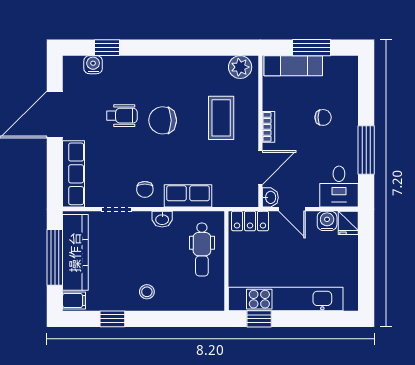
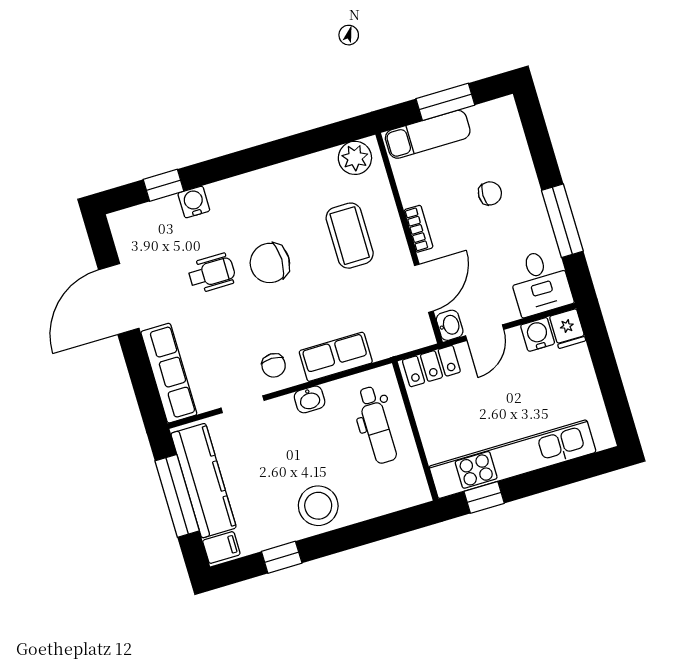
water cooler: (93, 65) -> (194, 202), moved
door: (292, 209) -> (485, 333), hinge flipped
stool: (147, 292) -> (318, 506), width x1.89, depth x1.89

